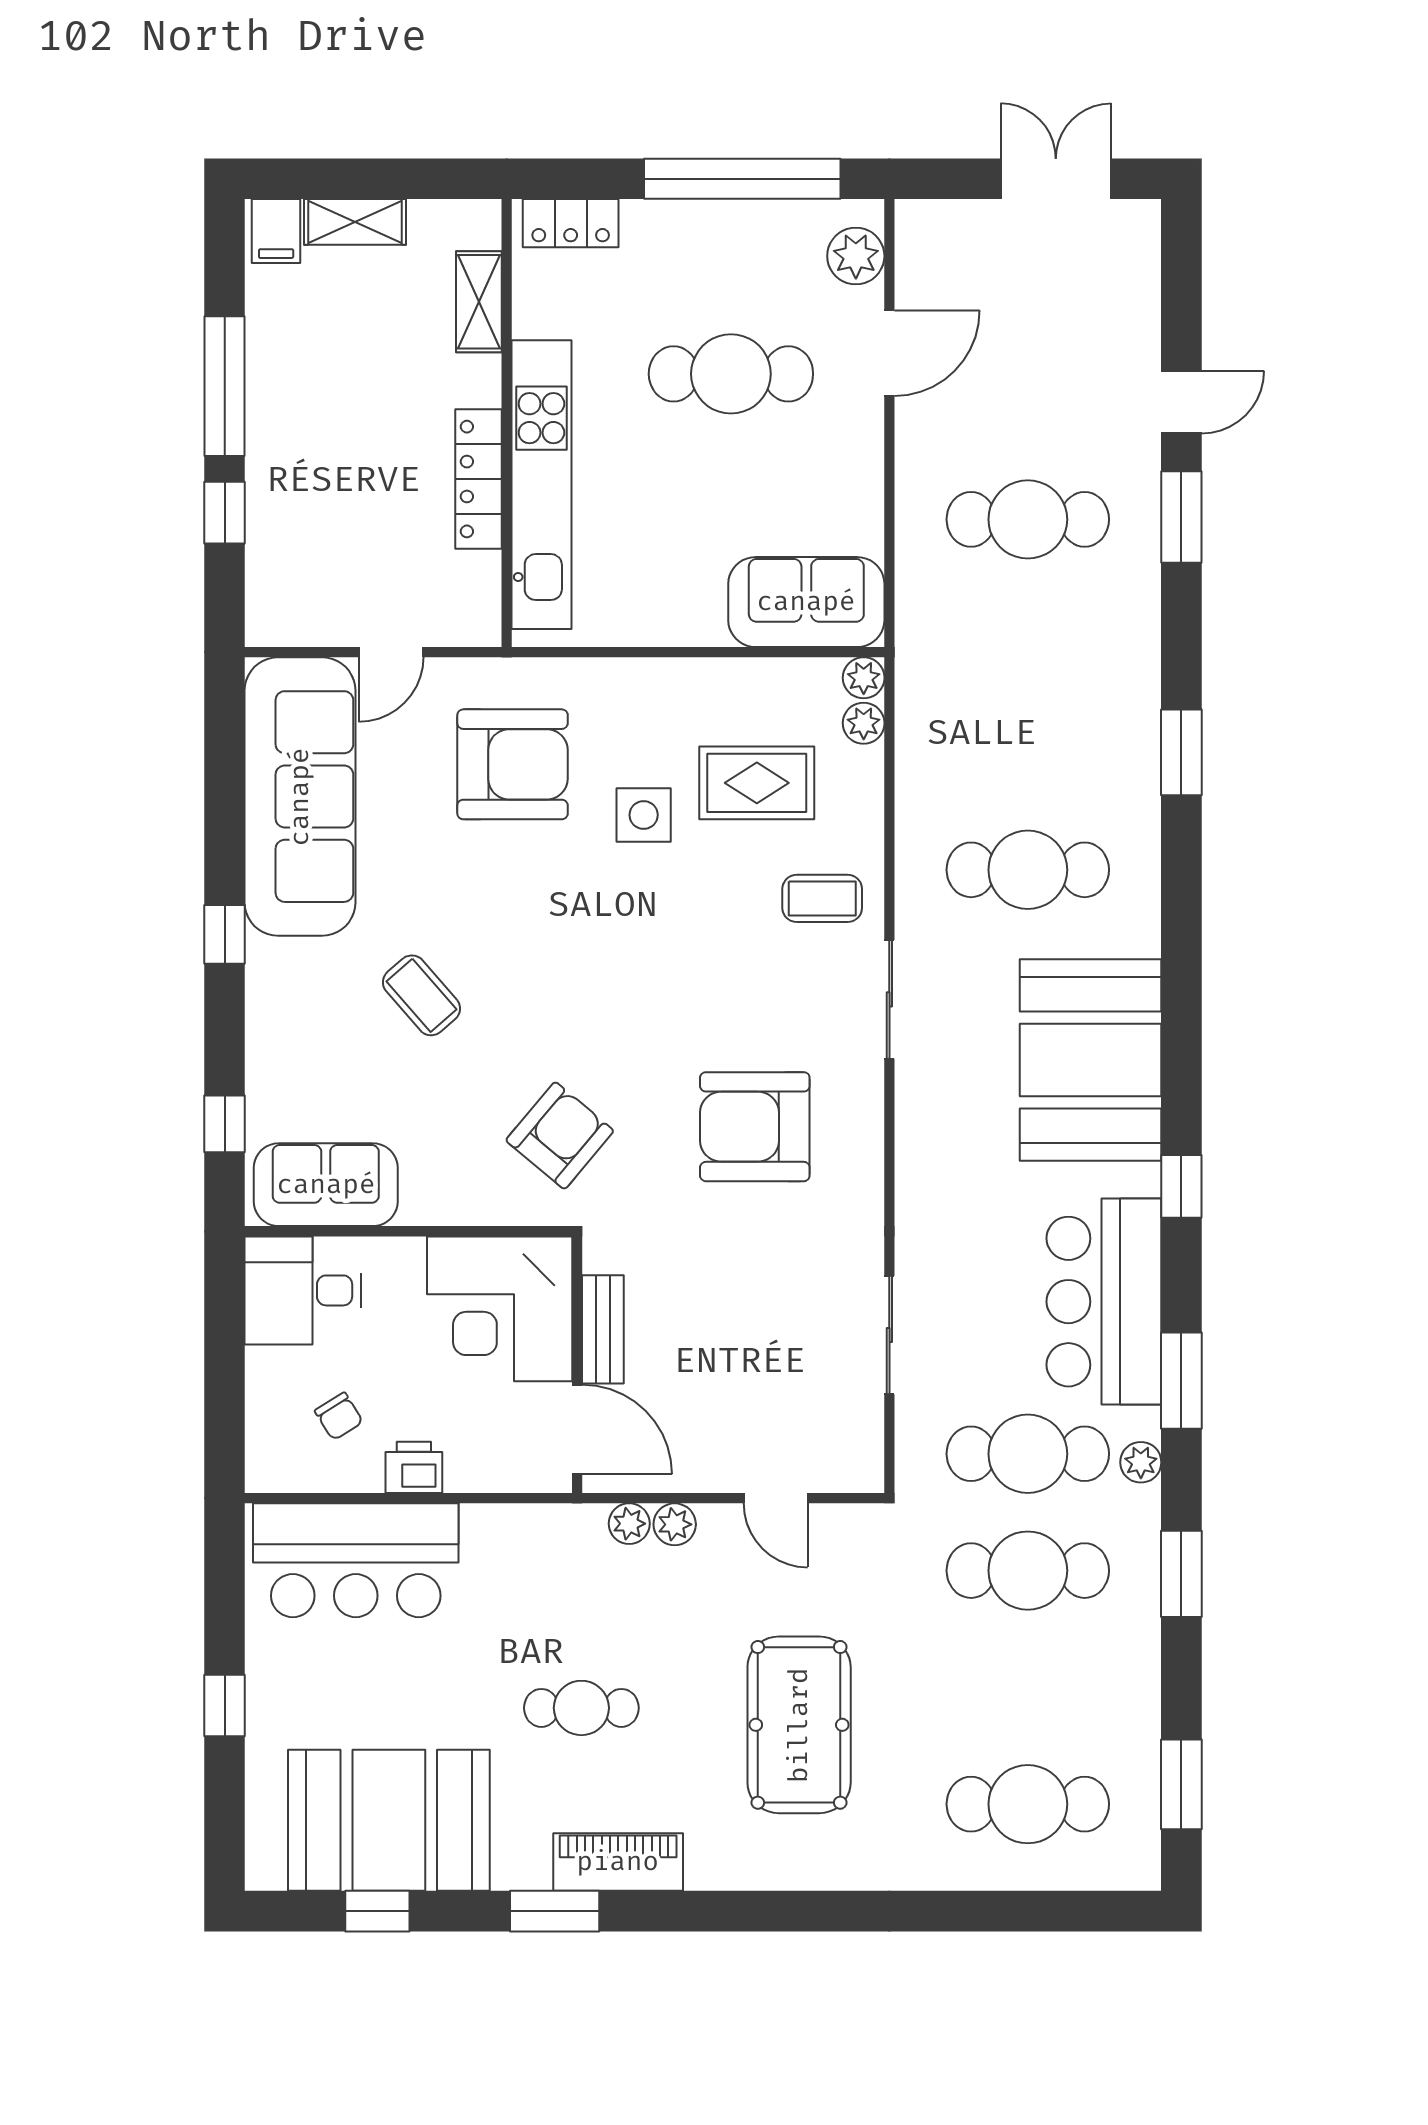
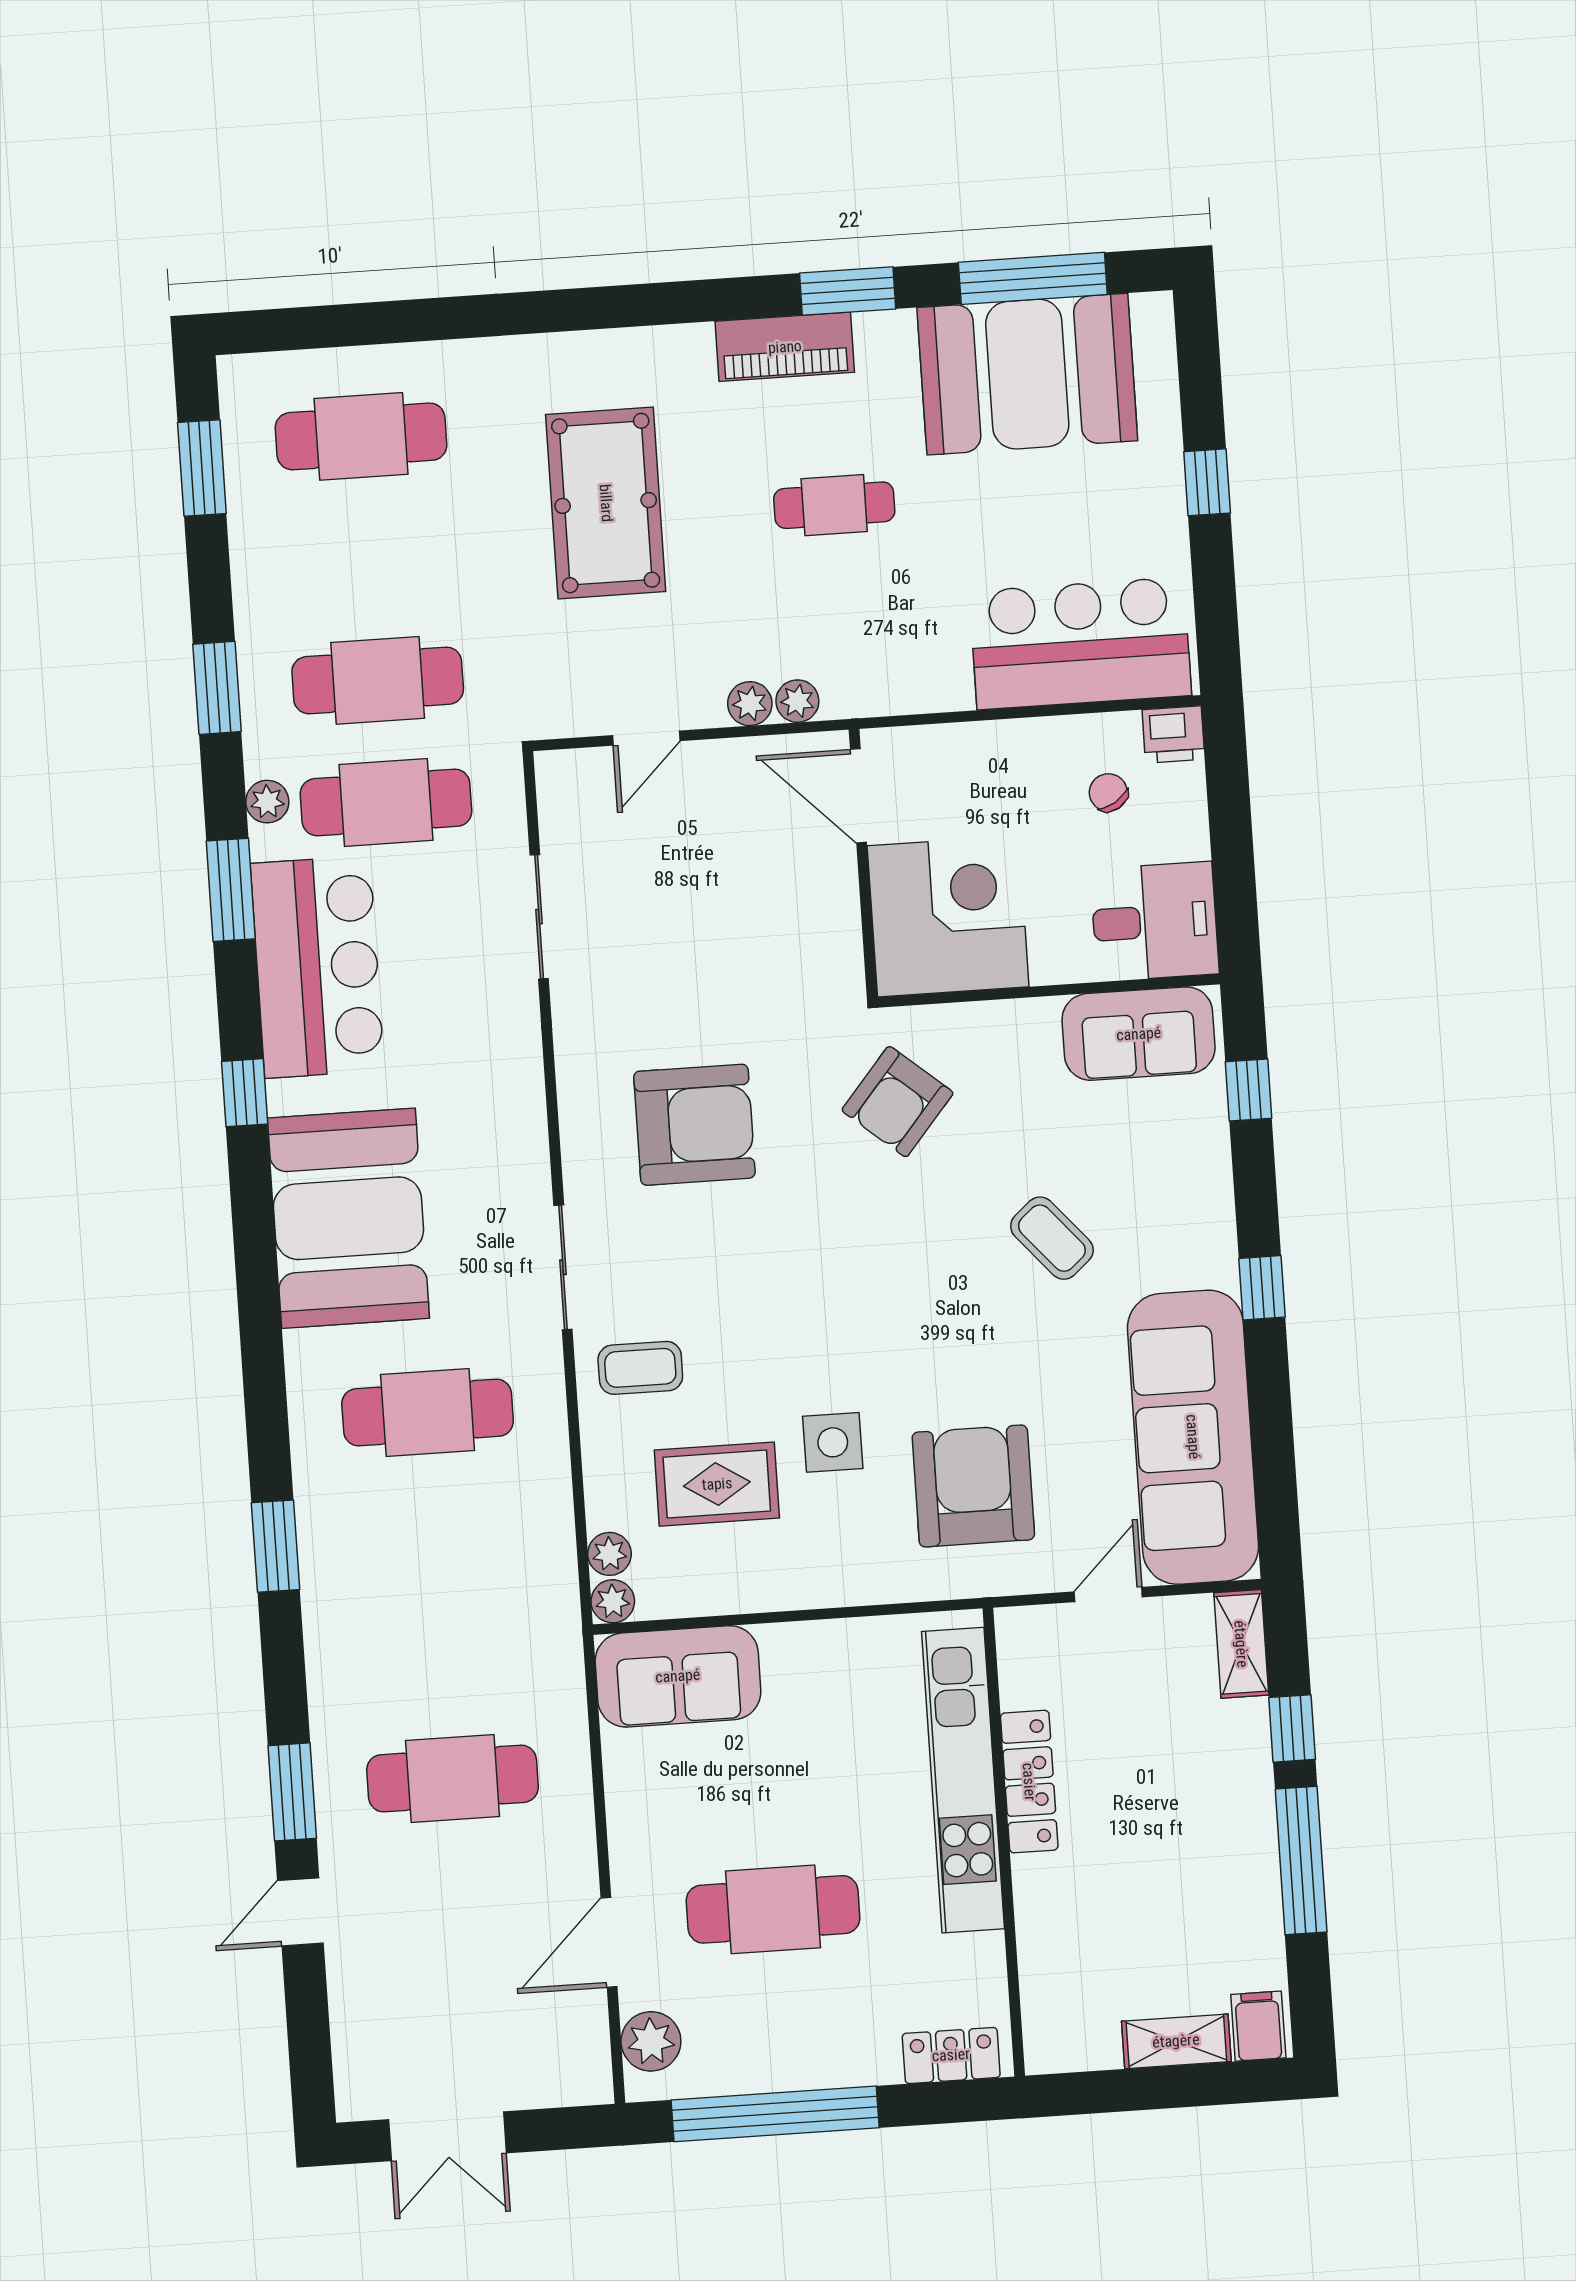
shelving: (479, 302) -> (1241, 1644), moved
armchair: (513, 764) -> (973, 1486), turned 90
bench: (603, 1329) -> (839, 902), removed
printer: (414, 1467) -> (1173, 734), moved
door: (776, 1498) -> (646, 738), swing flipped
window: (377, 1911) -> (1033, 278), width x2.17

